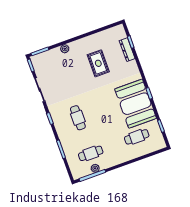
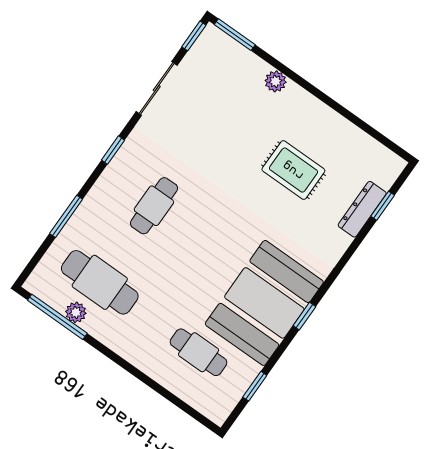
rug: (98, 63) -> (293, 170), turned 90
cafe table: (91, 153) -> (100, 282), width x1.37, depth x1.35

